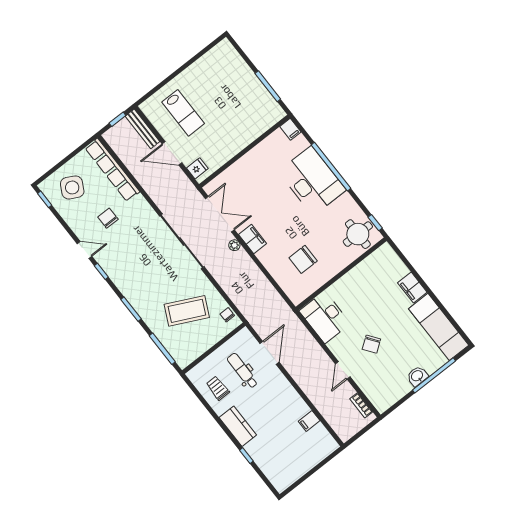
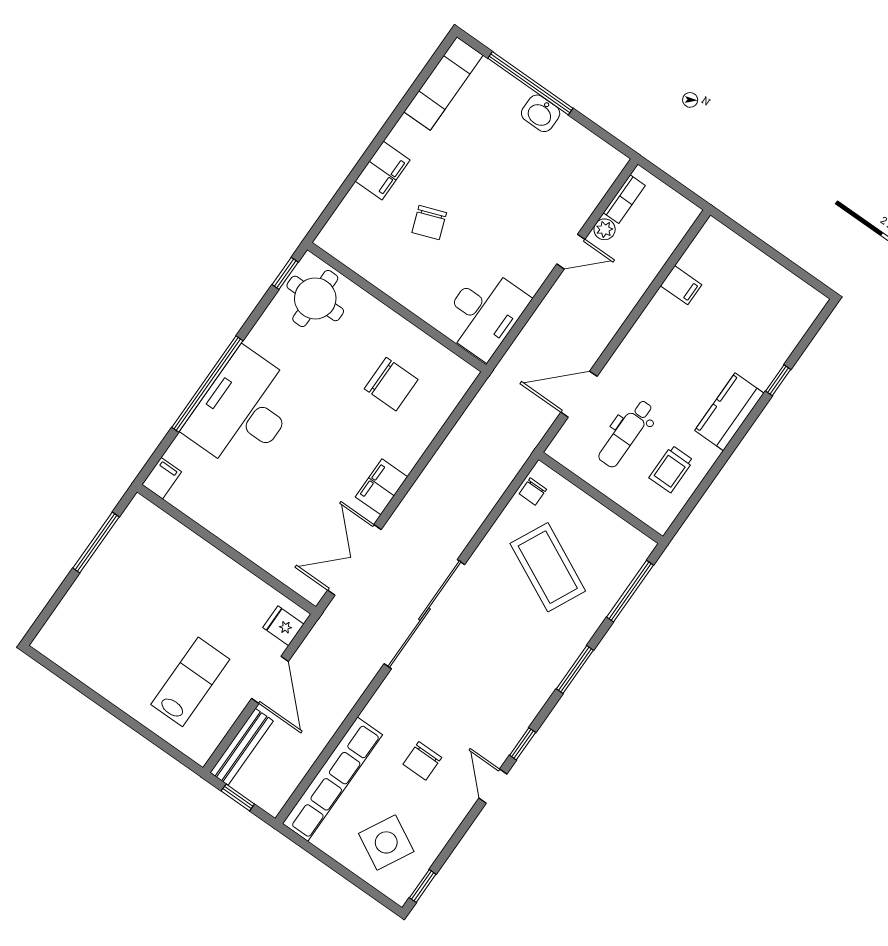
plant: (234, 245) -> (605, 229), moved
exam couch: (439, 327) -> (443, 83), width x0.73, depth x0.69
chair: (371, 344) -> (429, 223), moved, turned 106

